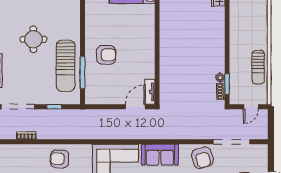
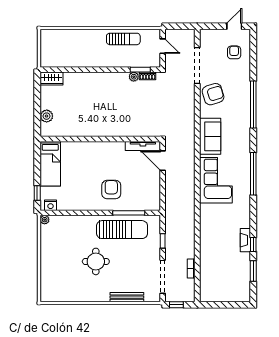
tv unit: (150, 92) -> (143, 146), width x1.41
armchair: (60, 159) -> (214, 236), removed

